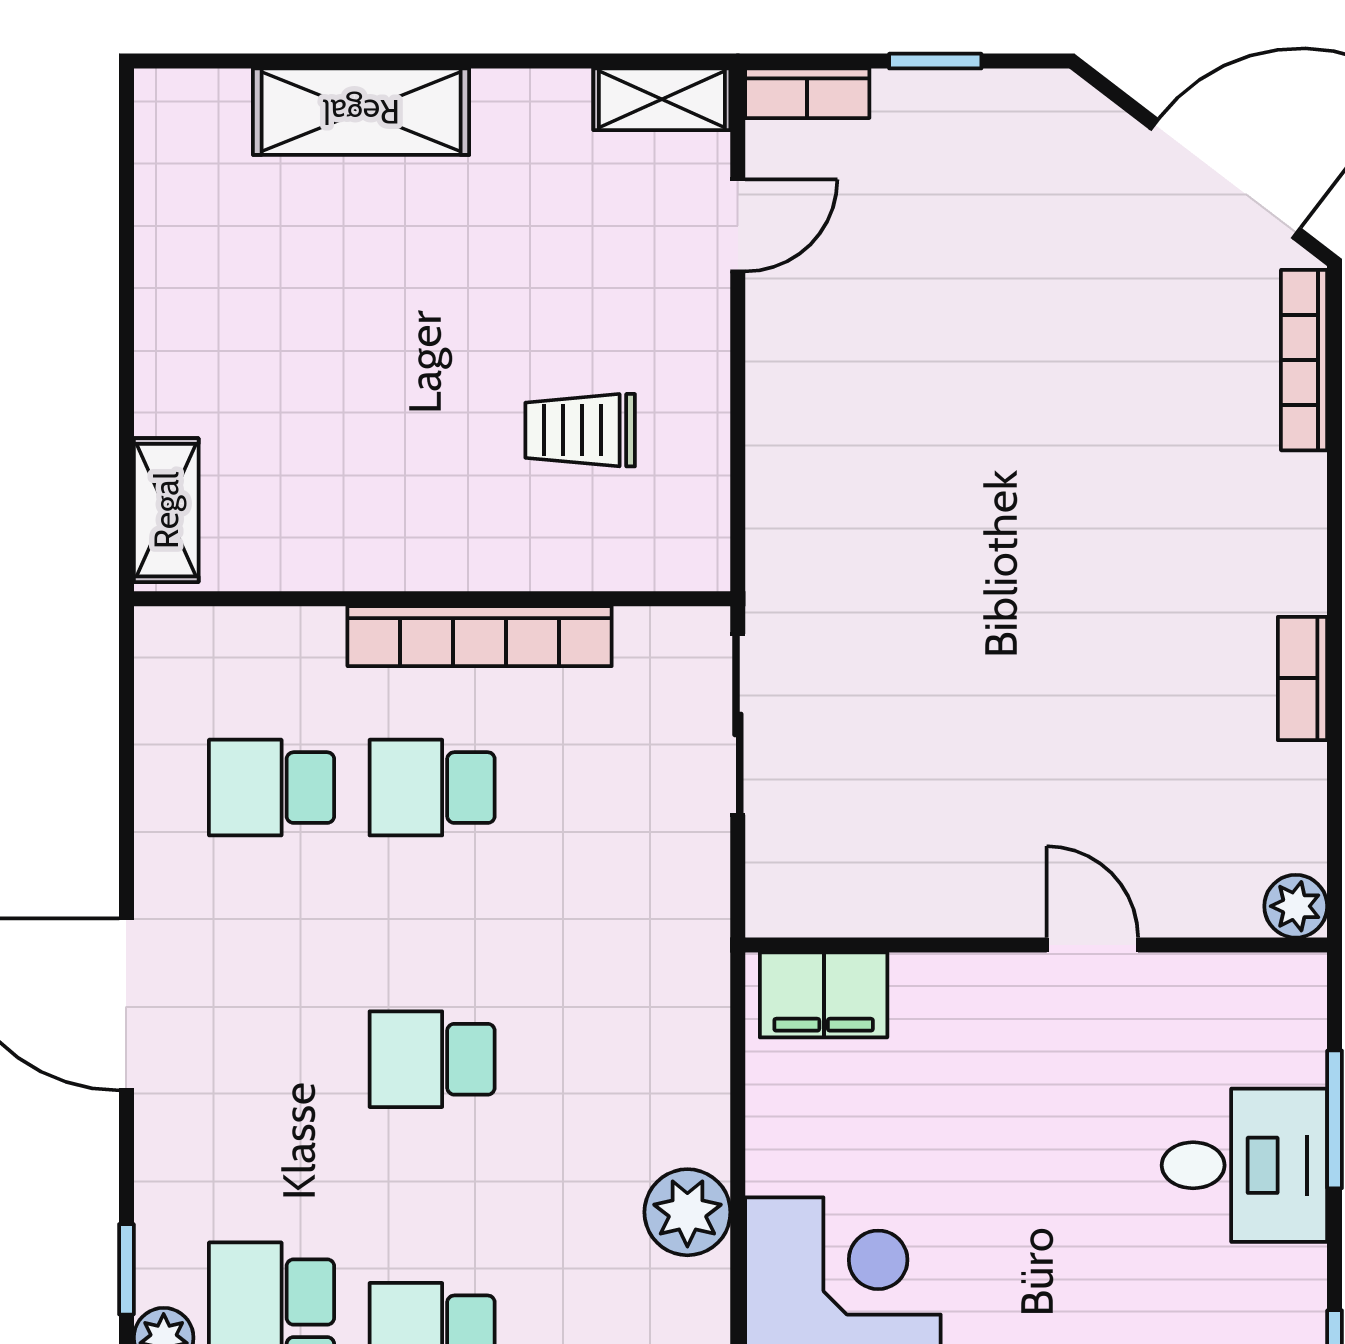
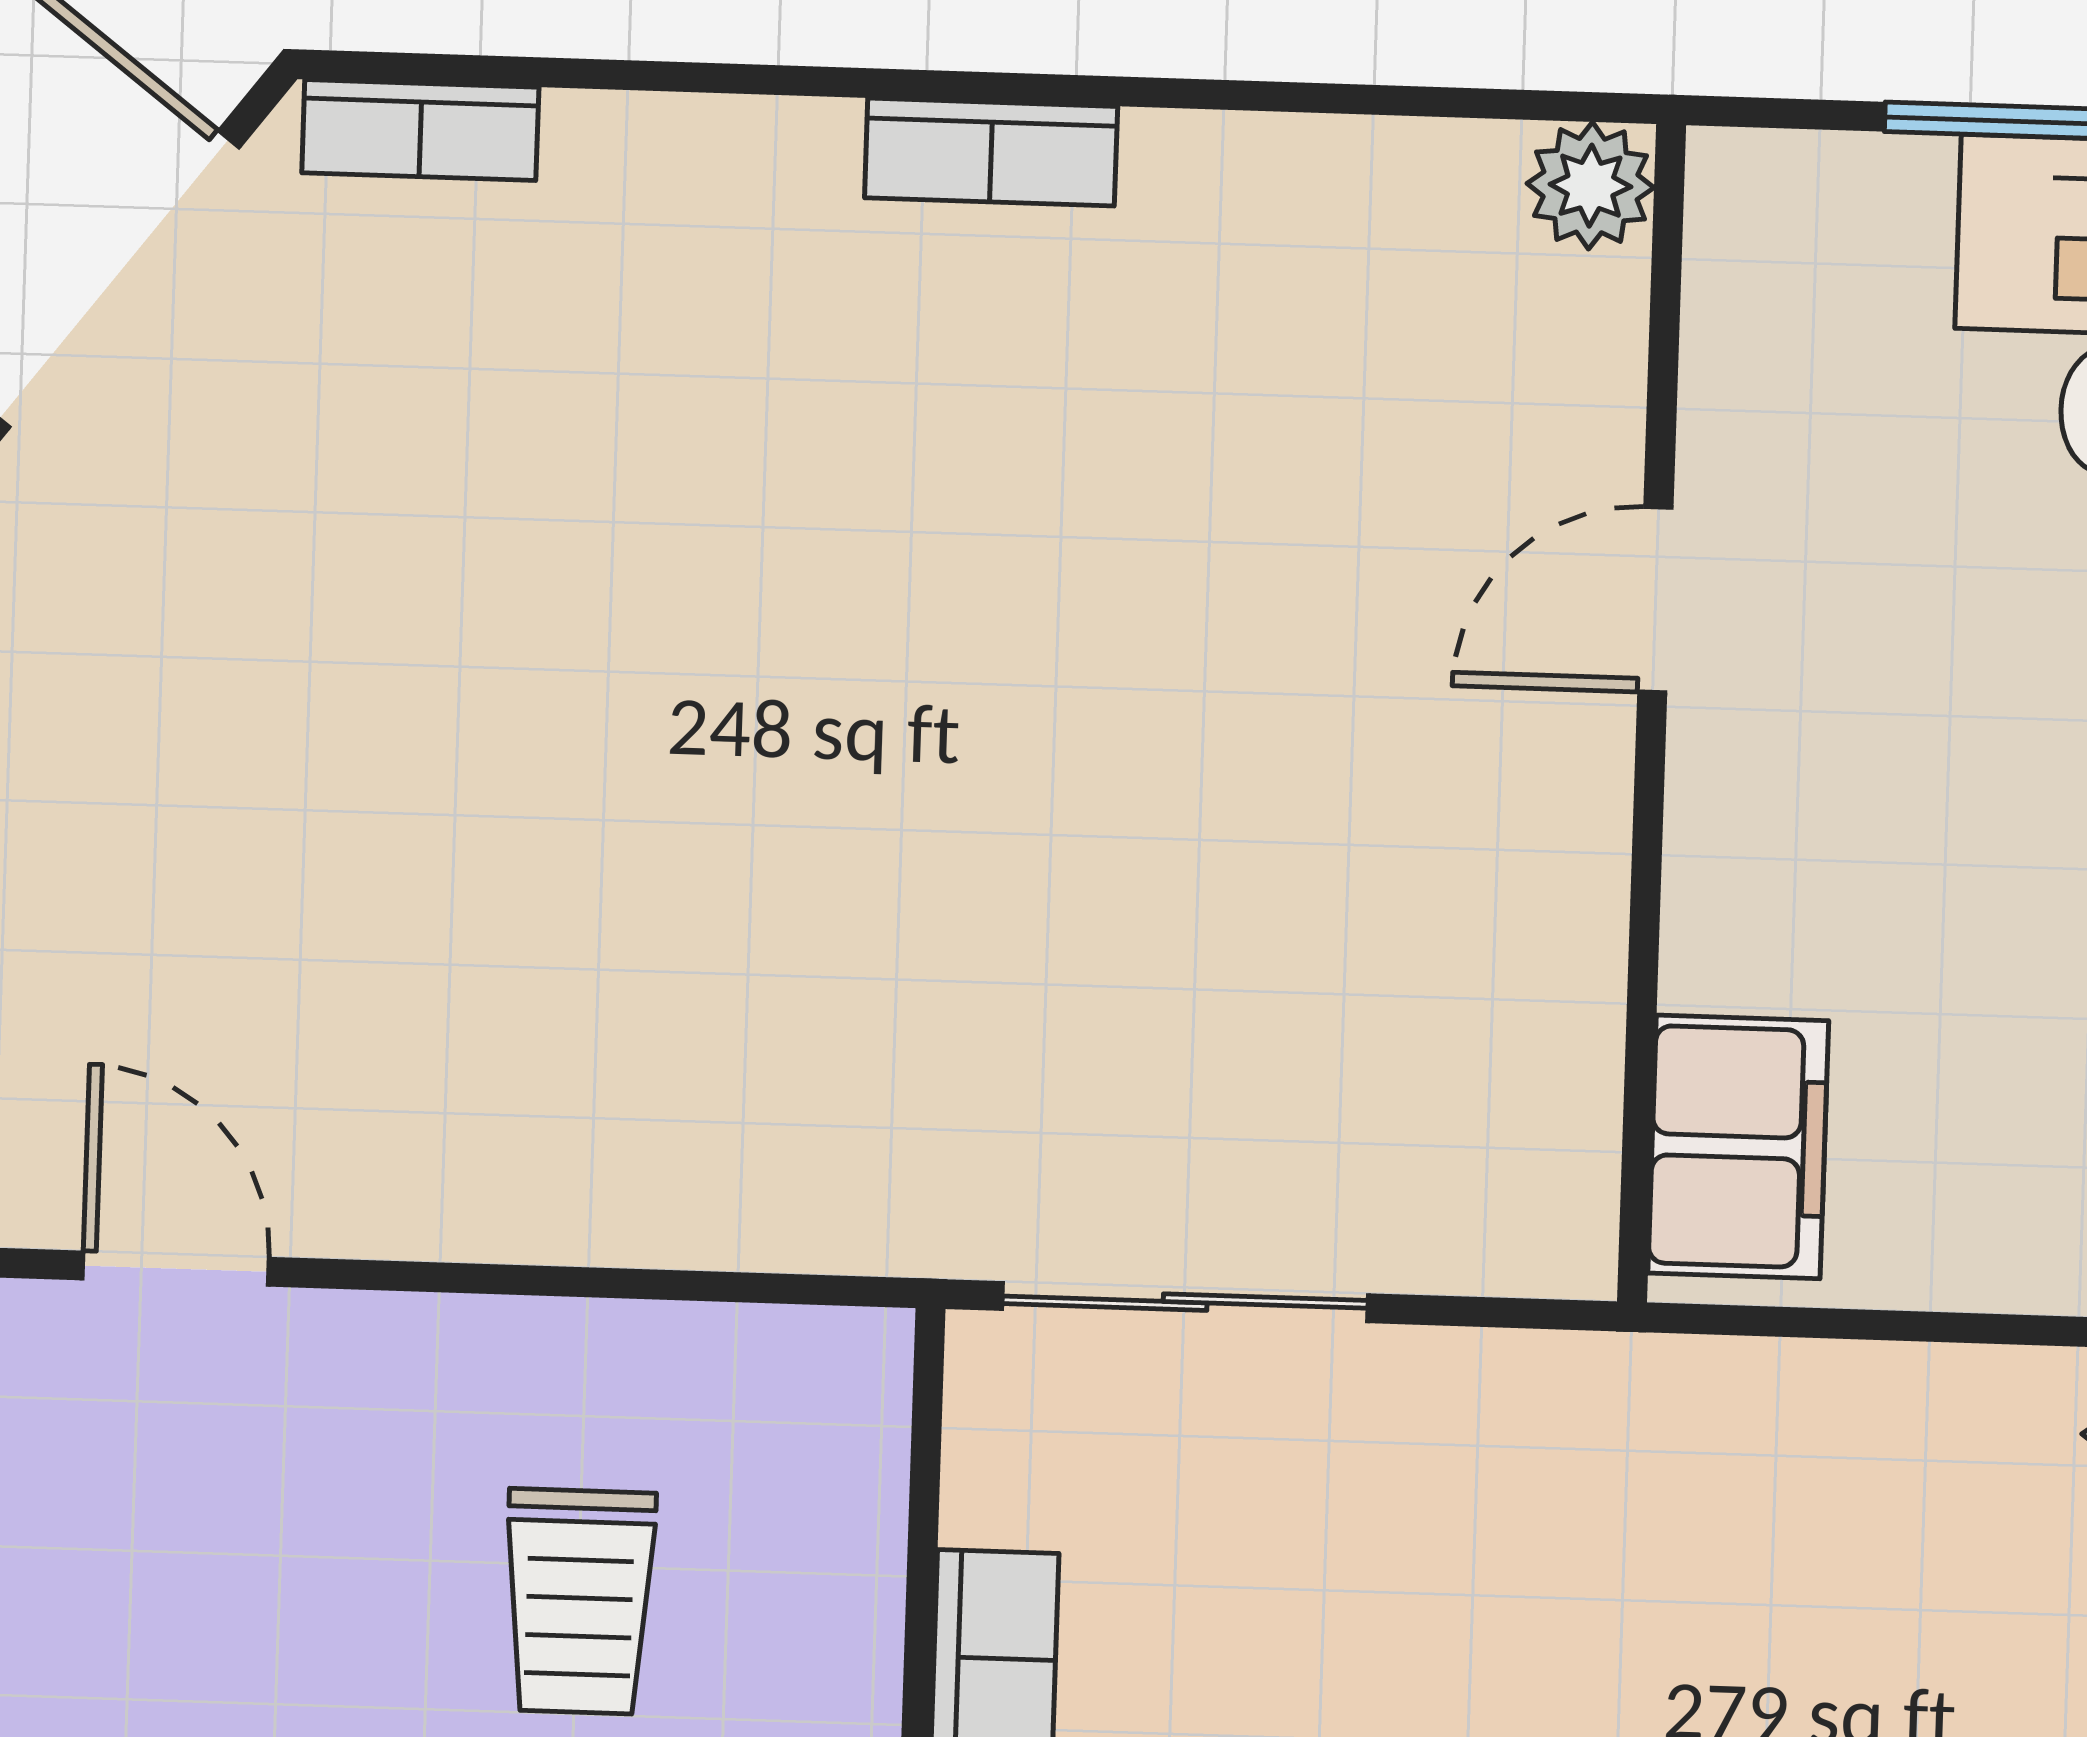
bookcase: (1304, 360) -> (420, 130), width x0.64
bookcase: (1303, 678) -> (991, 152), moved

